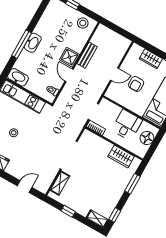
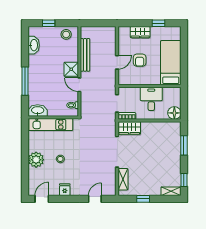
washbasin: (33, 43) -> (34, 45), moved
bench: (87, 55) -> (85, 55), width x1.36
floor lamp: (147, 138) -> (174, 113), moved
wardrobe: (121, 157) -> (129, 128), moved

